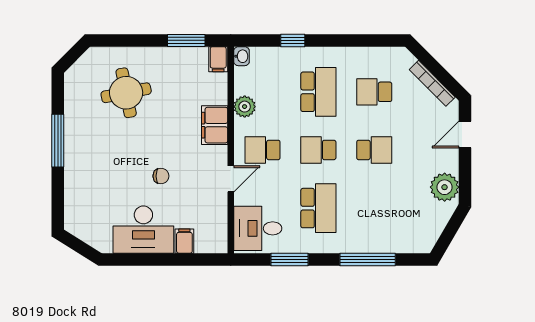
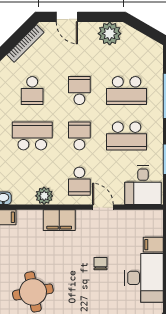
school desk: (318, 150) -> (79, 136), turned 180
school desk: (318, 208) -> (127, 136), turned 180
school desk: (374, 208) -> (127, 91), added

